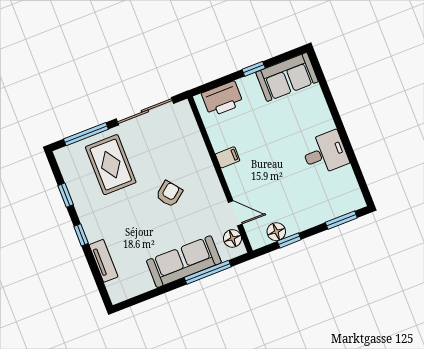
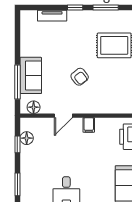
window: (66, 195) -> (106, 7), width x1.50
door: (235, 213) -> (63, 116), moved
sofa: (184, 262) -> (31, 75), width x0.73

